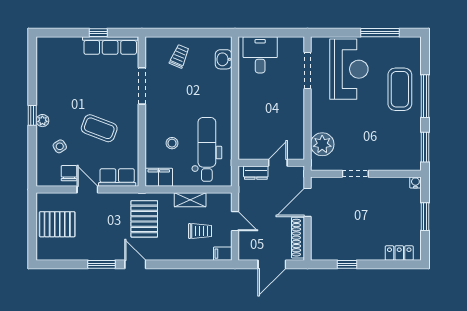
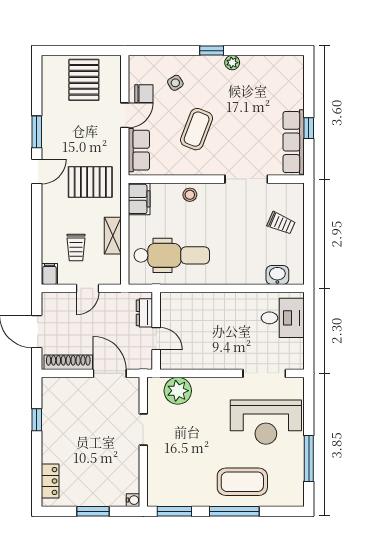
plant: (42, 121) -> (232, 63), moved
stool: (172, 143) -> (190, 195), moved

